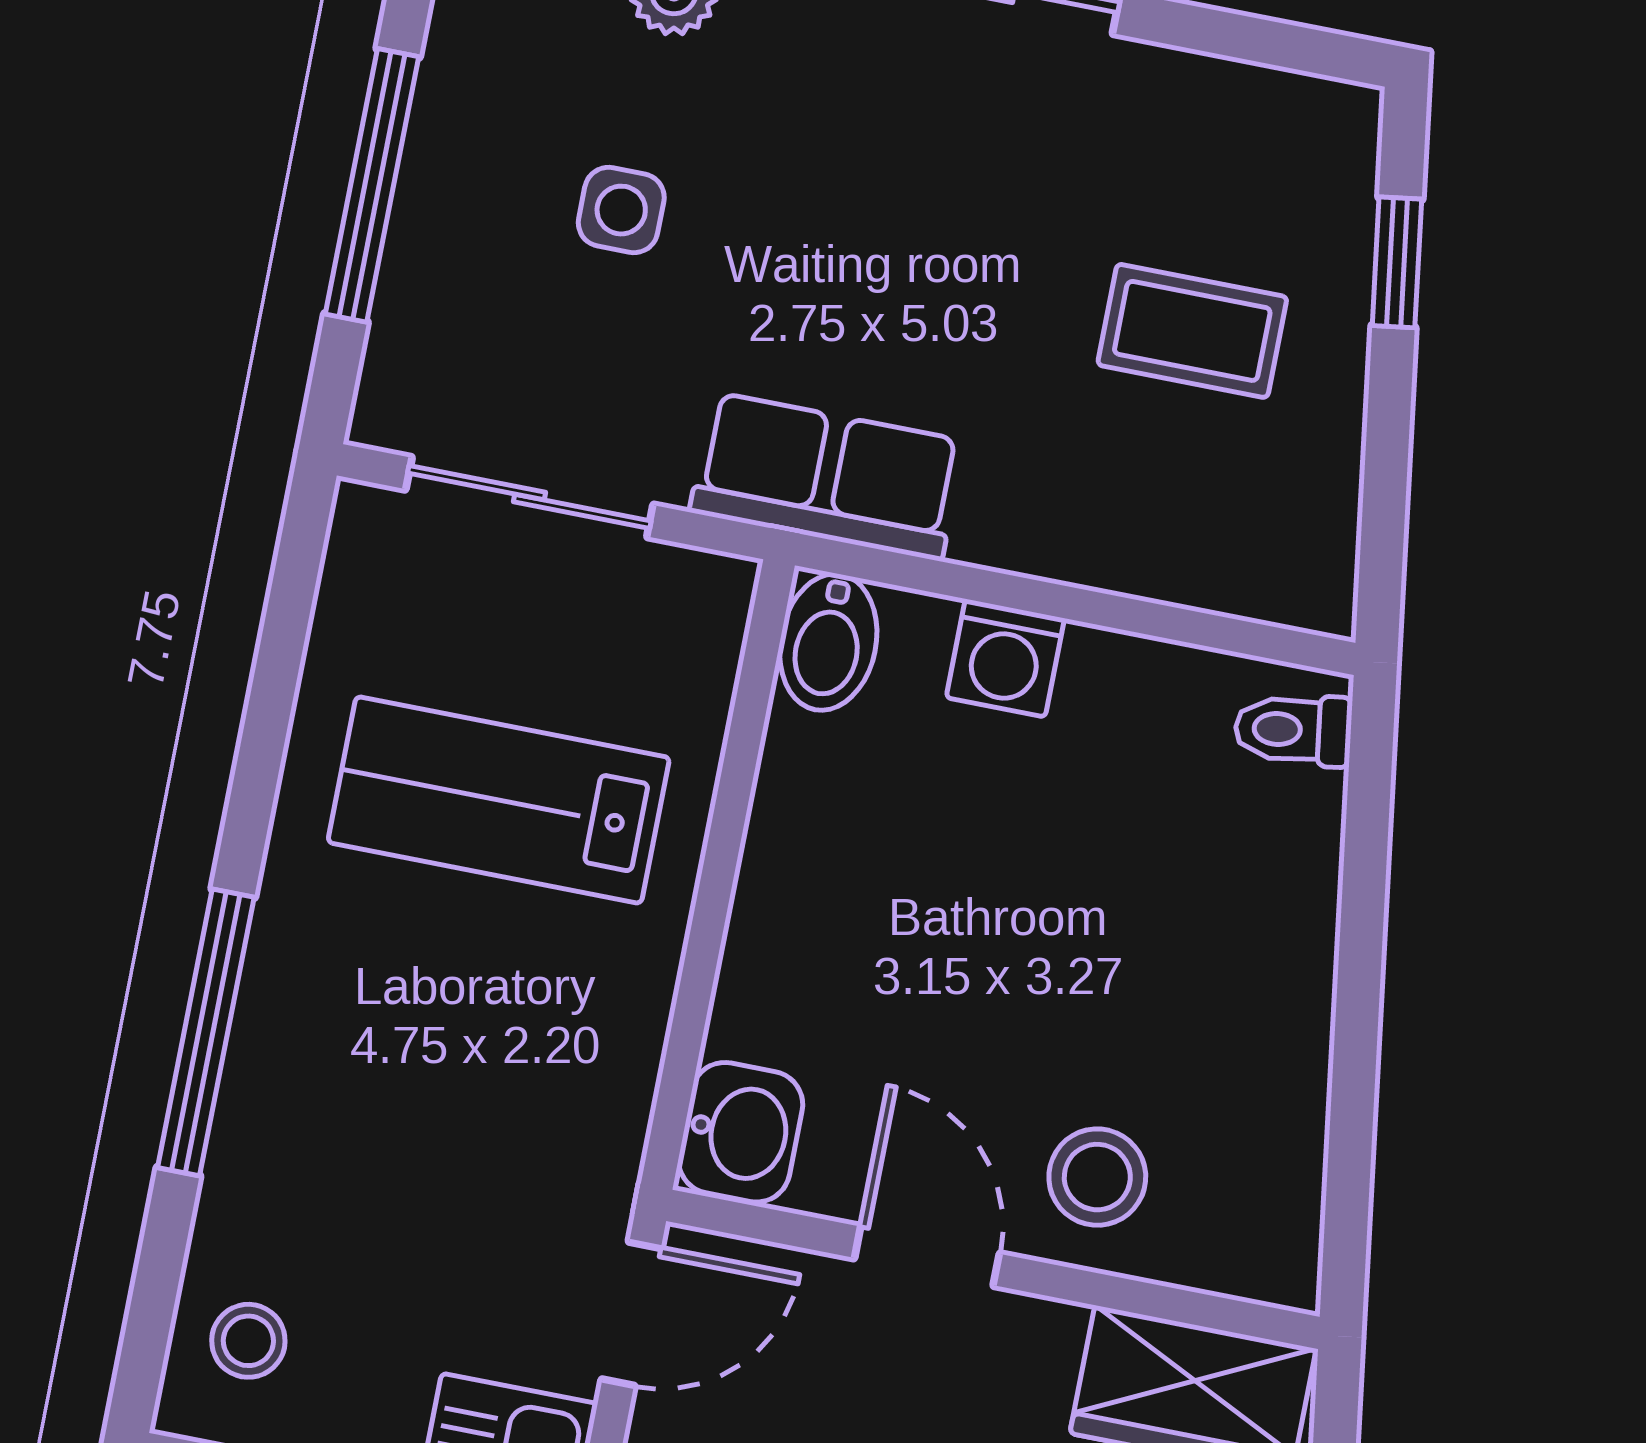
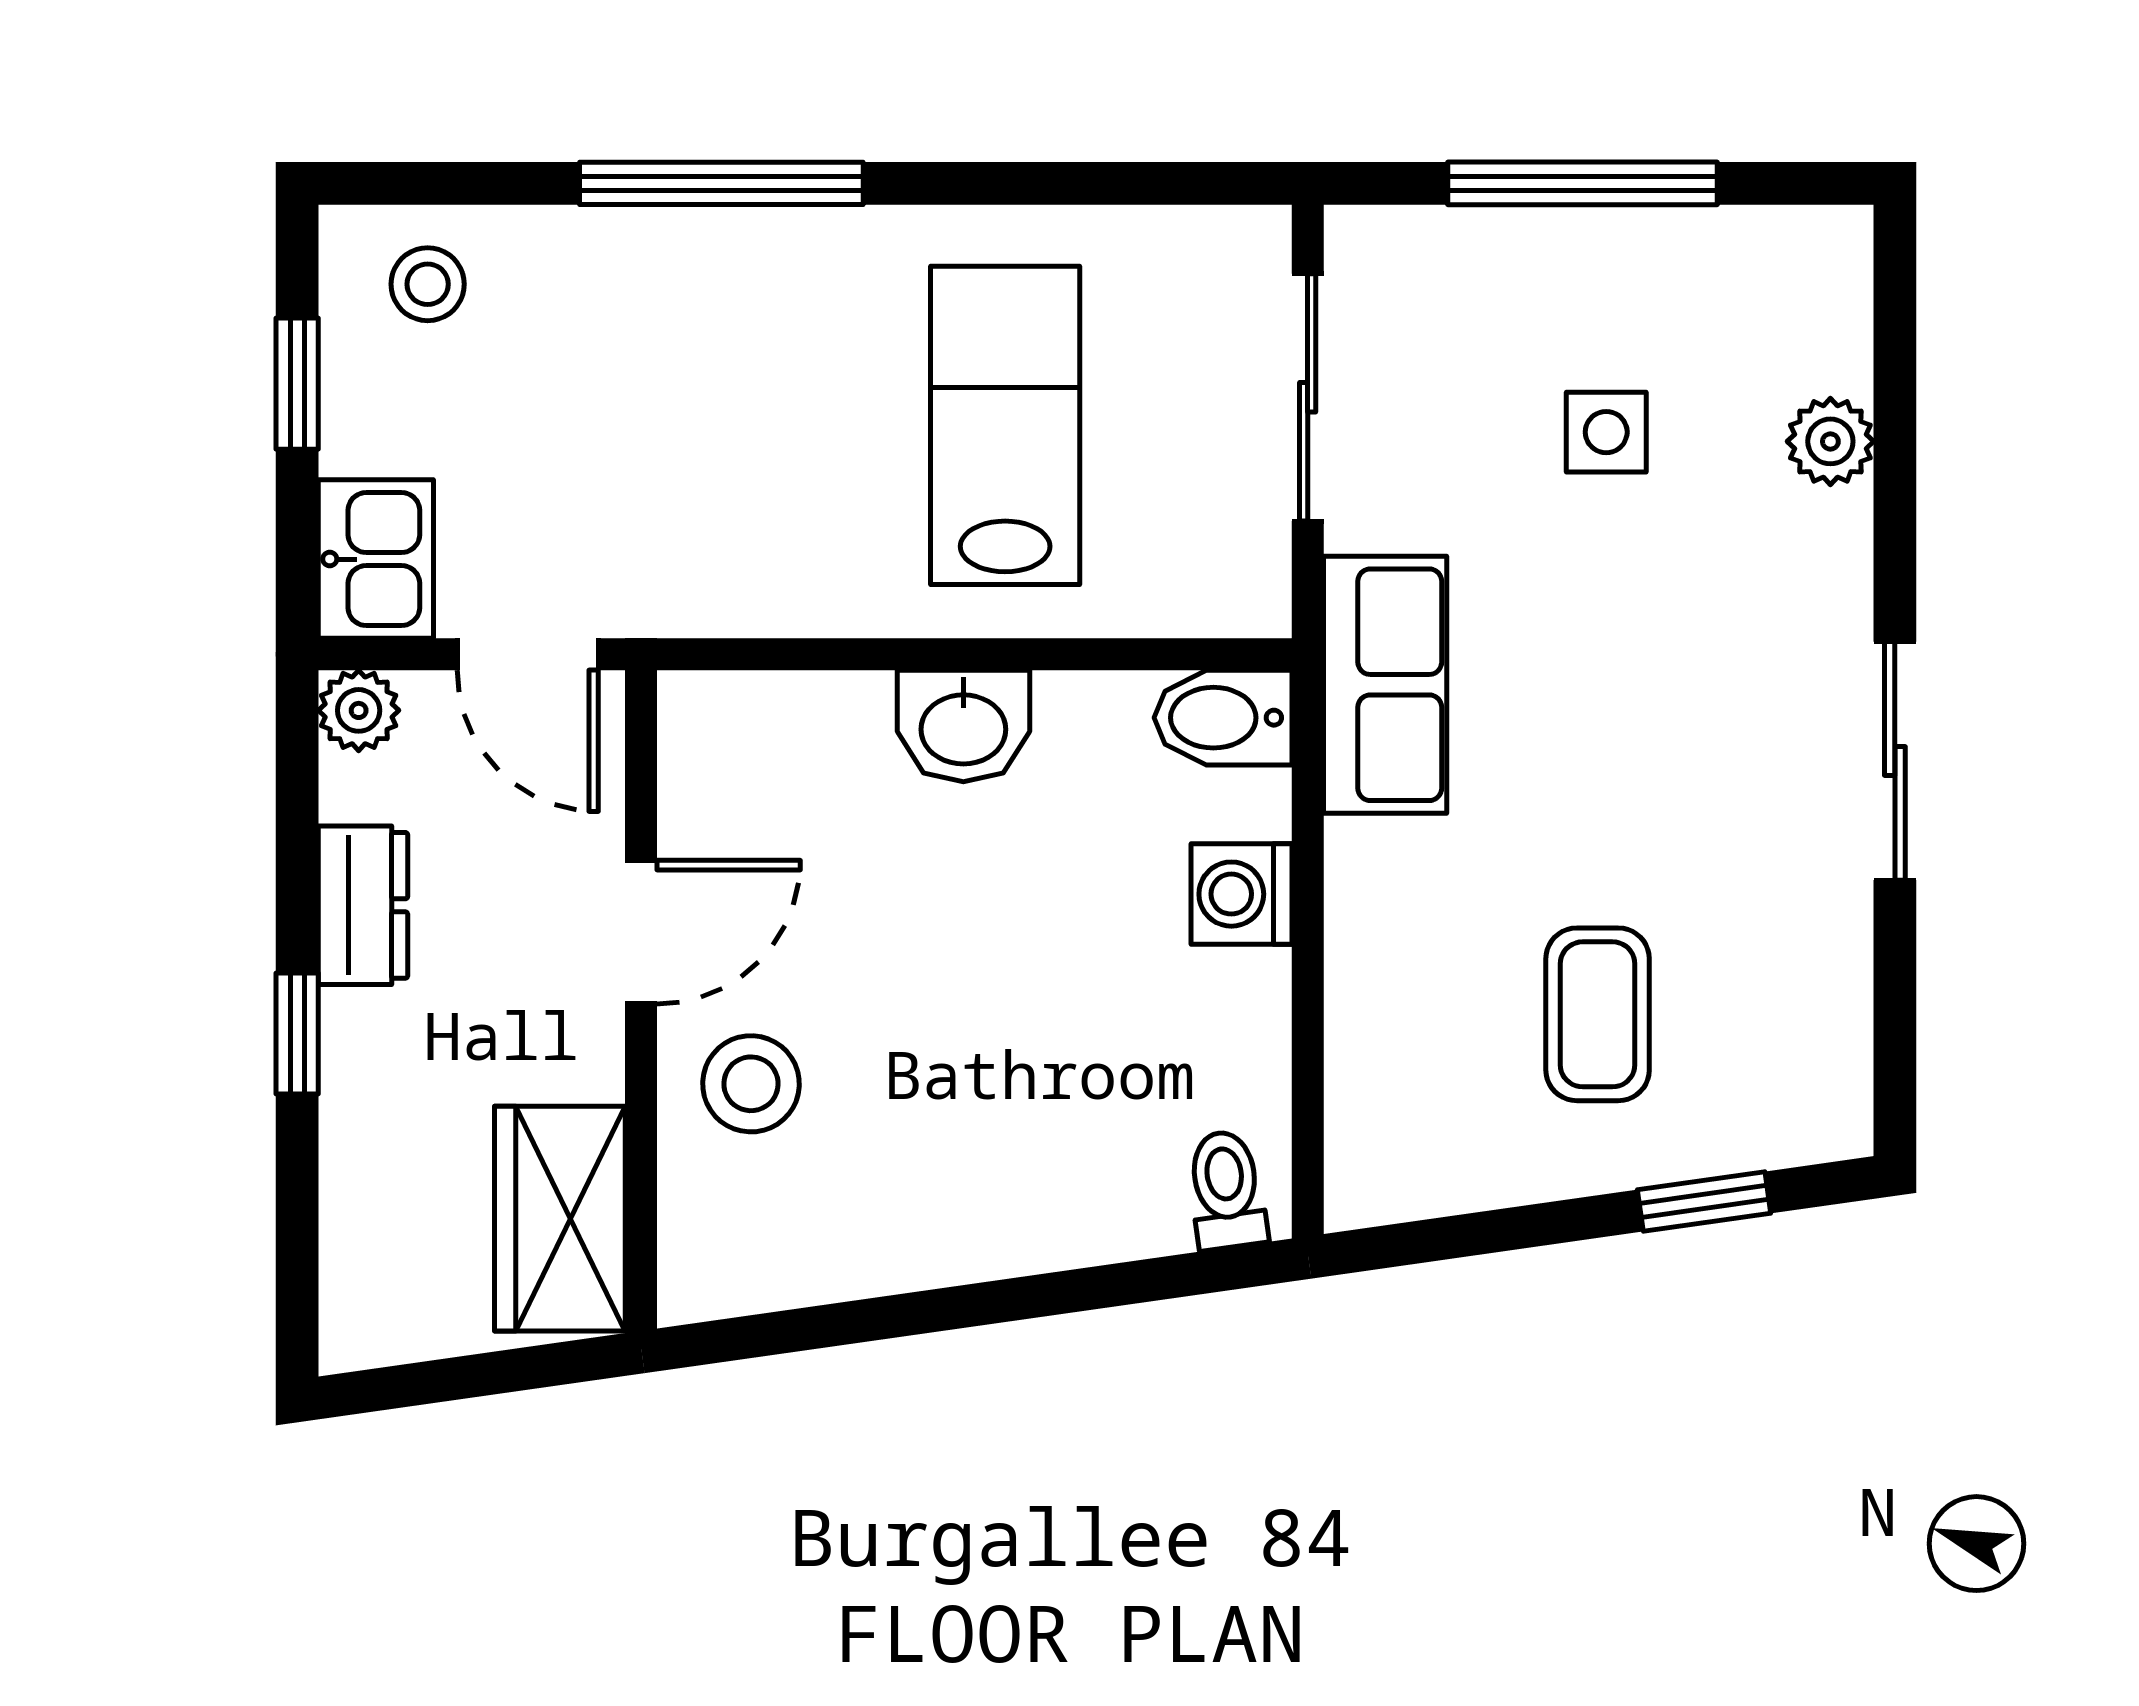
washbasin: (741, 1132) -> (963, 726), moved

